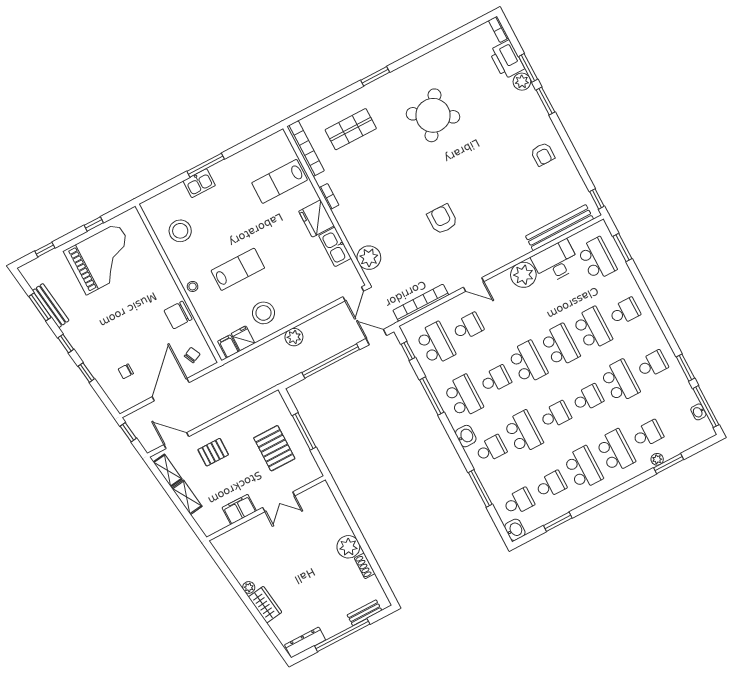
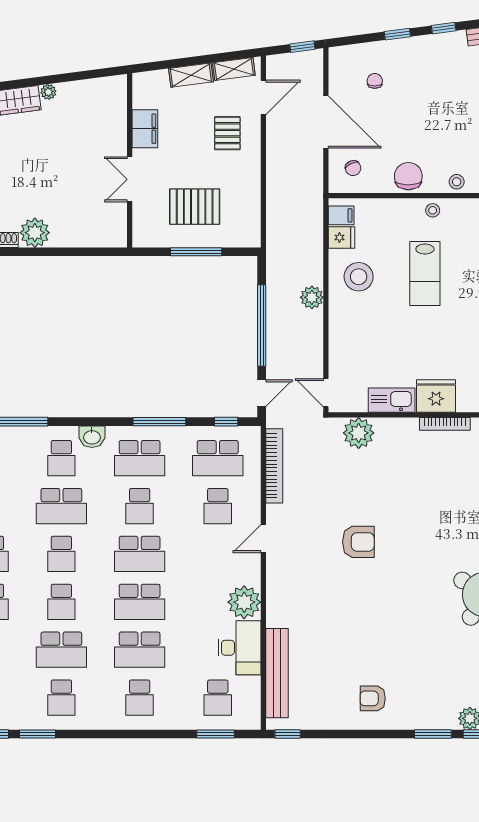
bookcase: (329, 196) -> (445, 424), width x1.56
school desk: (597, 259) -> (218, 698), width x0.54
stool: (165, 280) -> (457, 182), added

